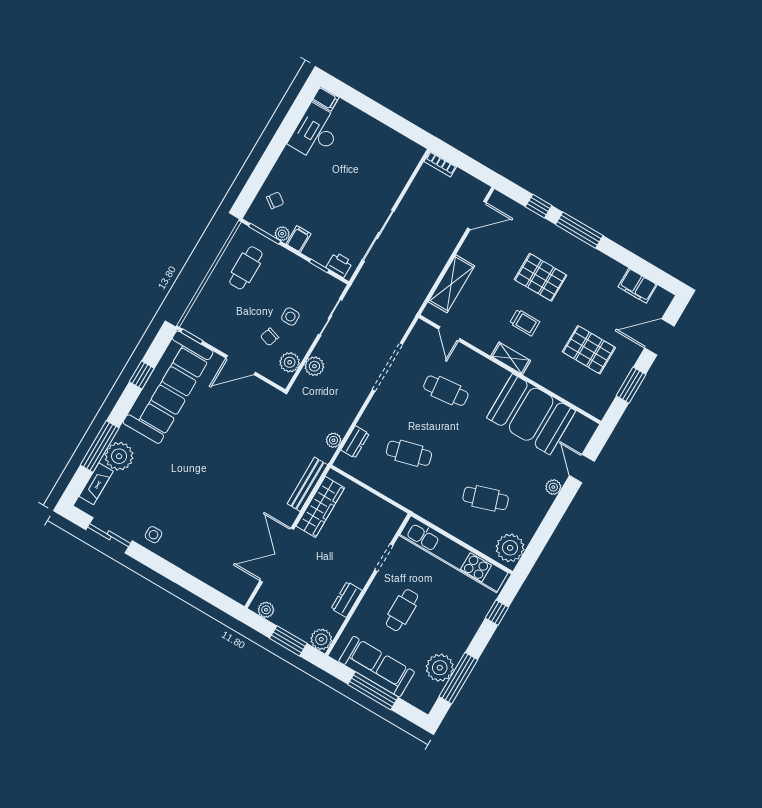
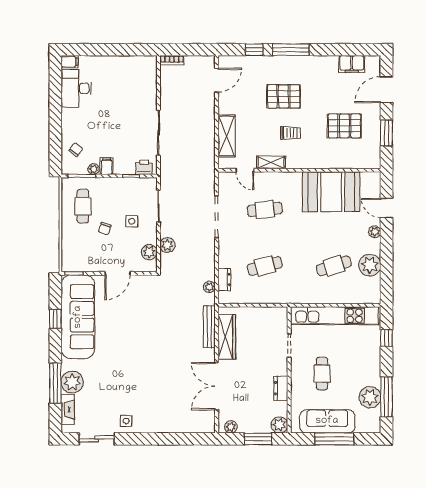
chair: (270, 337) -> (105, 229), moved
shelving: (511, 358) -> (271, 162), moved
plant: (510, 548) -> (370, 265), moved

